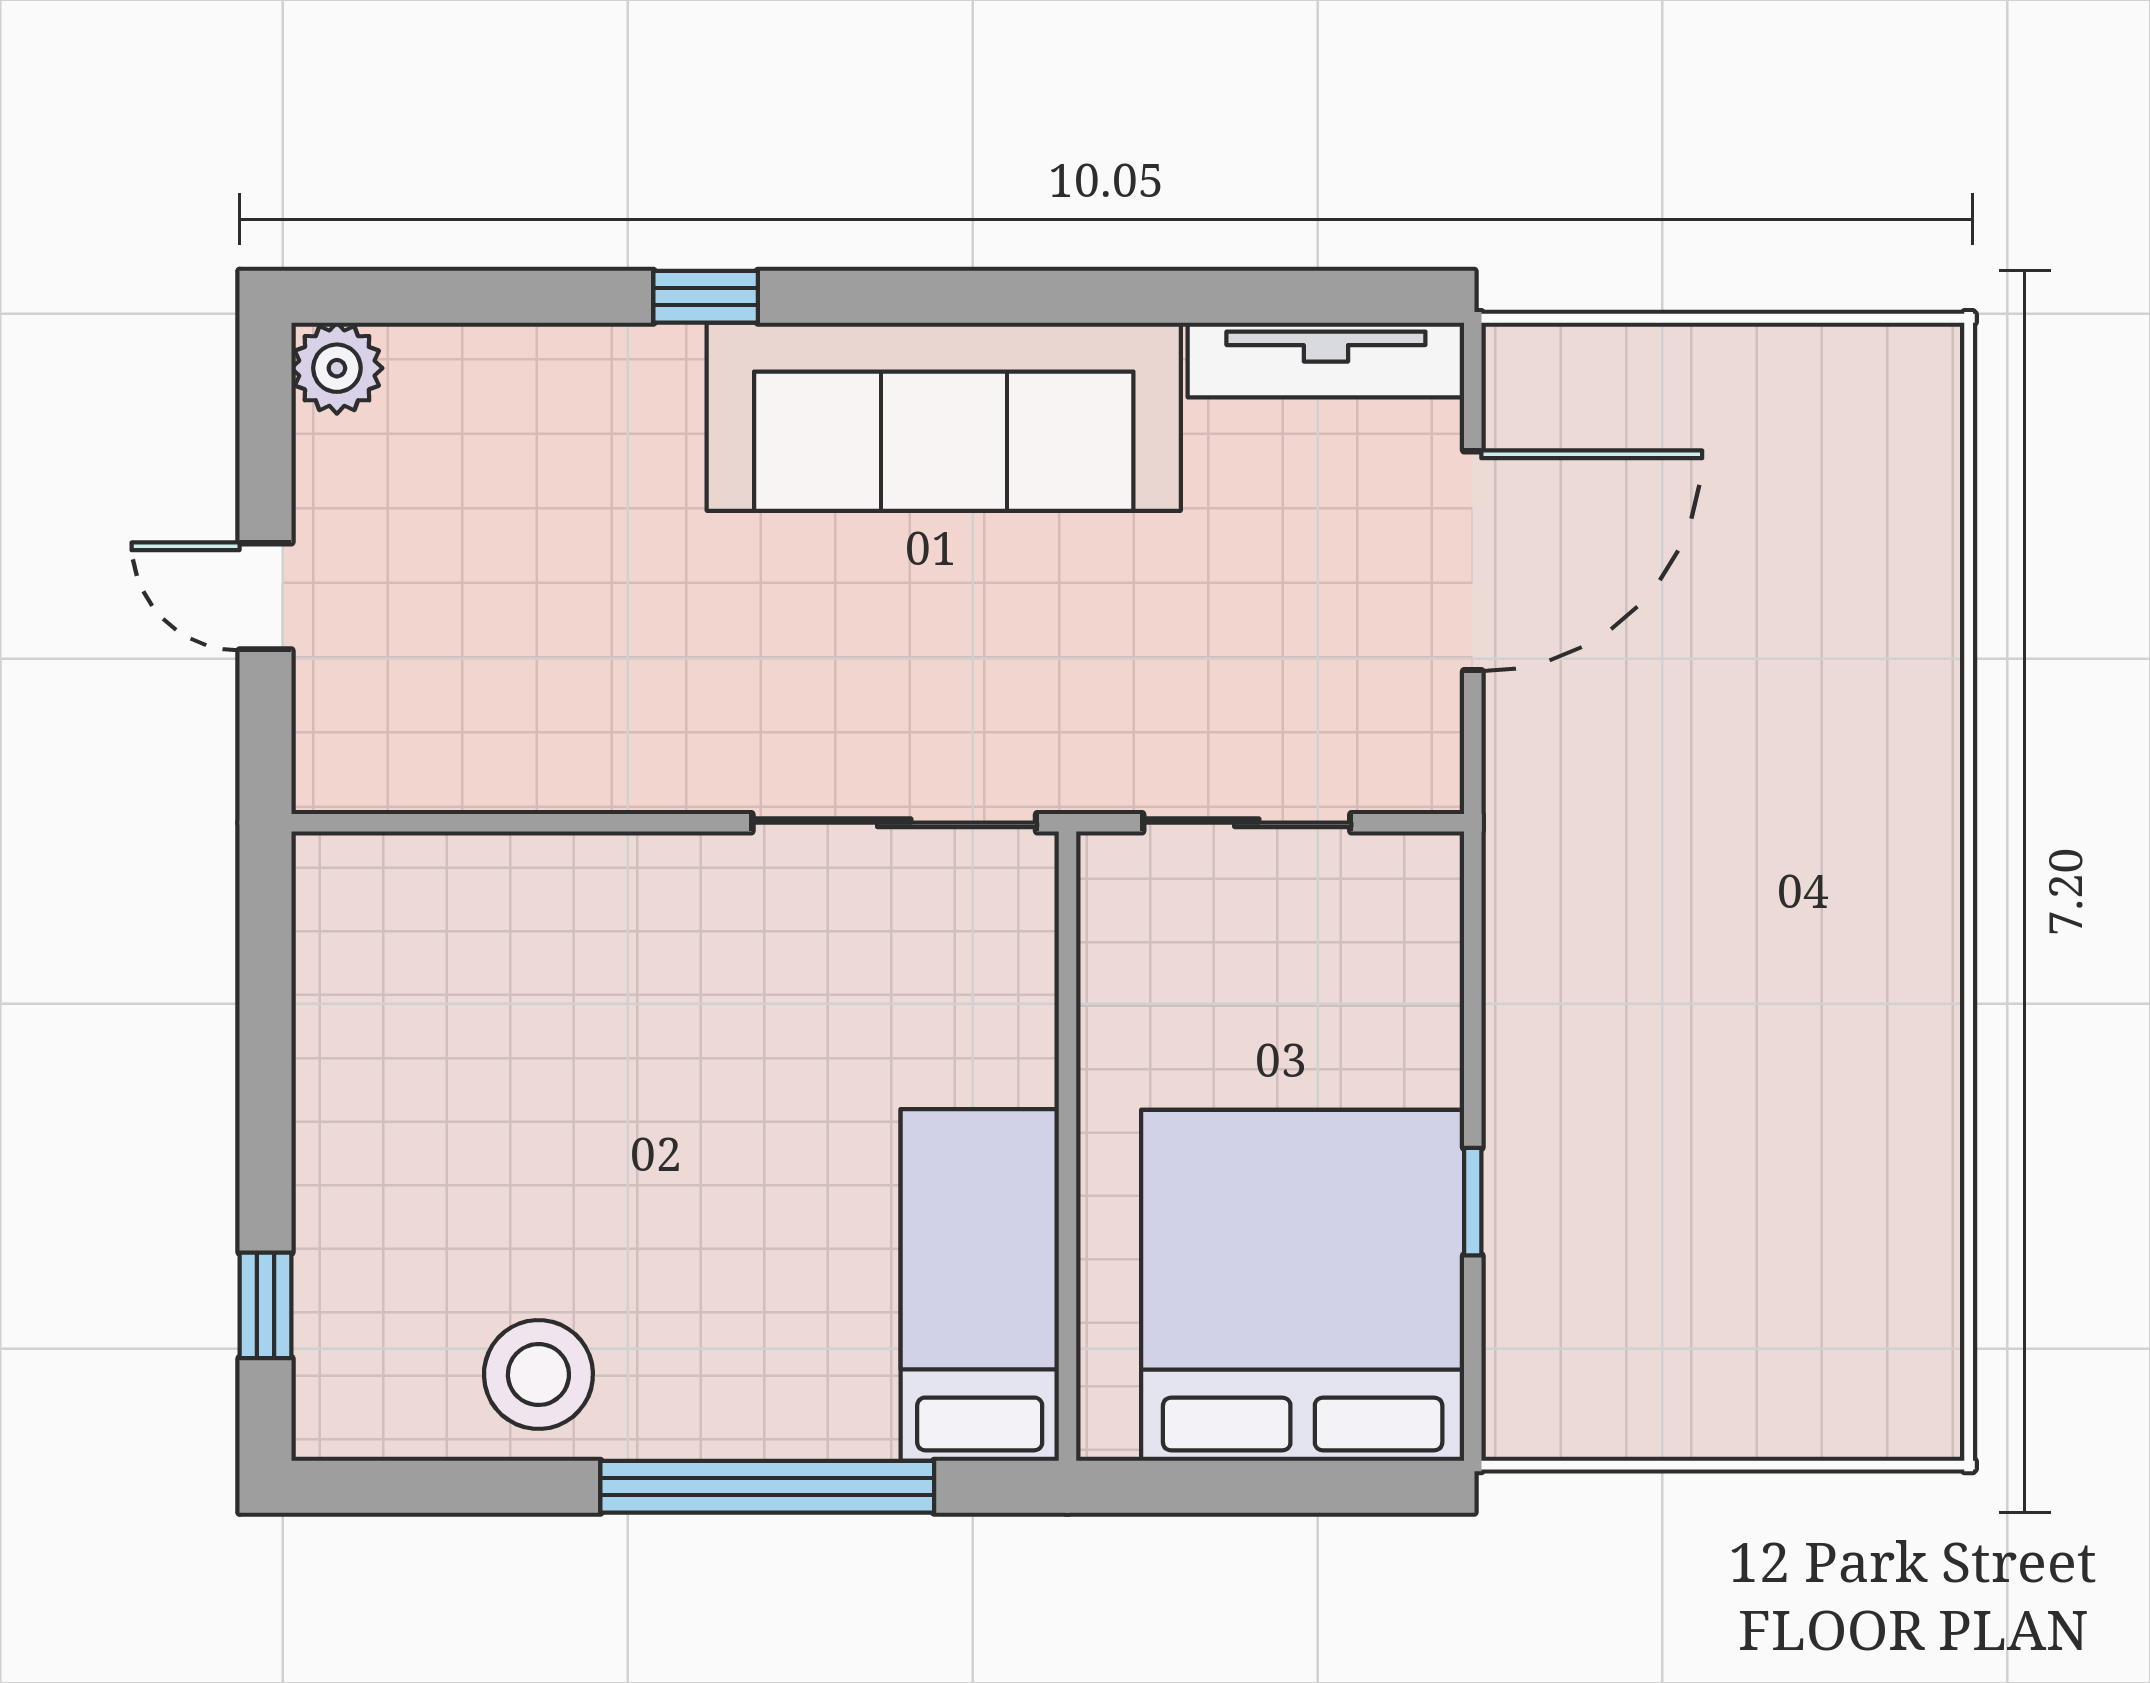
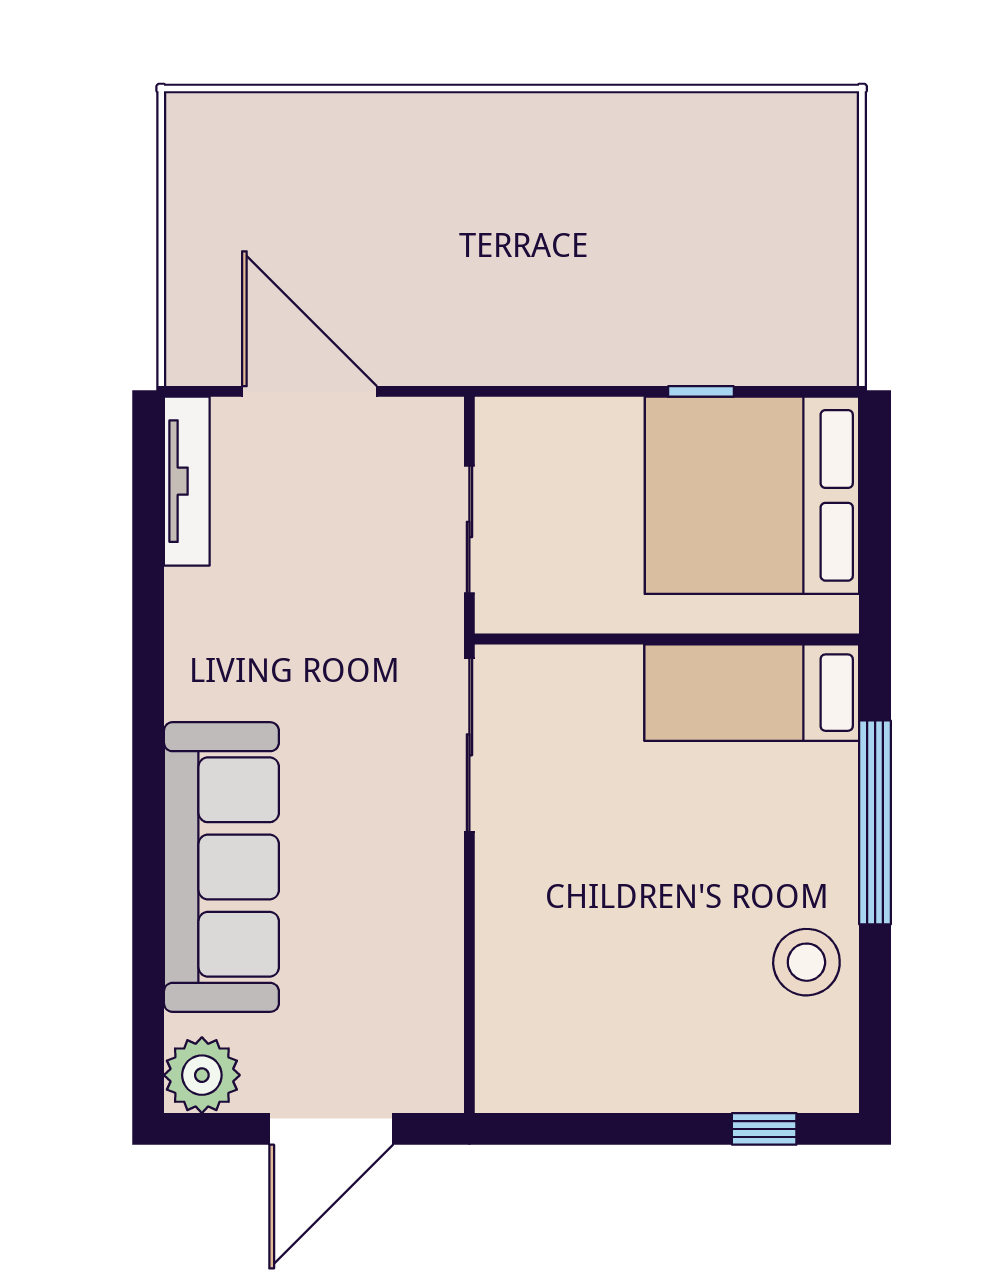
window: (706, 297) -> (148, 860), removed
plant: (337, 368) -> (202, 1075), width x1.36, depth x1.36
sofa: (944, 417) -> (221, 867), moved
door: (265, 596) -> (331, 1129), width x1.87

